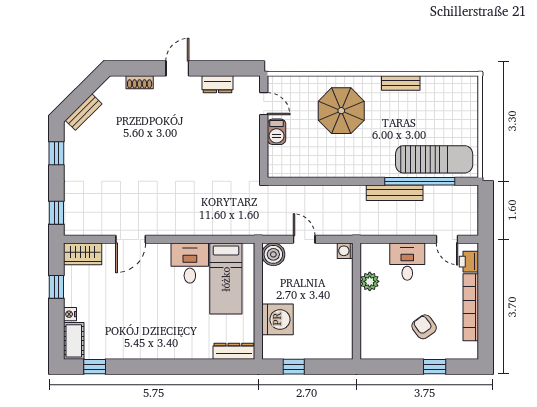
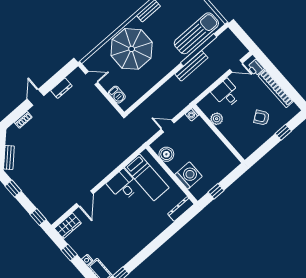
parasol: (341, 111) -> (132, 49), width x1.36, depth x1.36
barbecue: (277, 132) -> (117, 95), moved
boiler: (273, 254) -> (166, 154), moved

